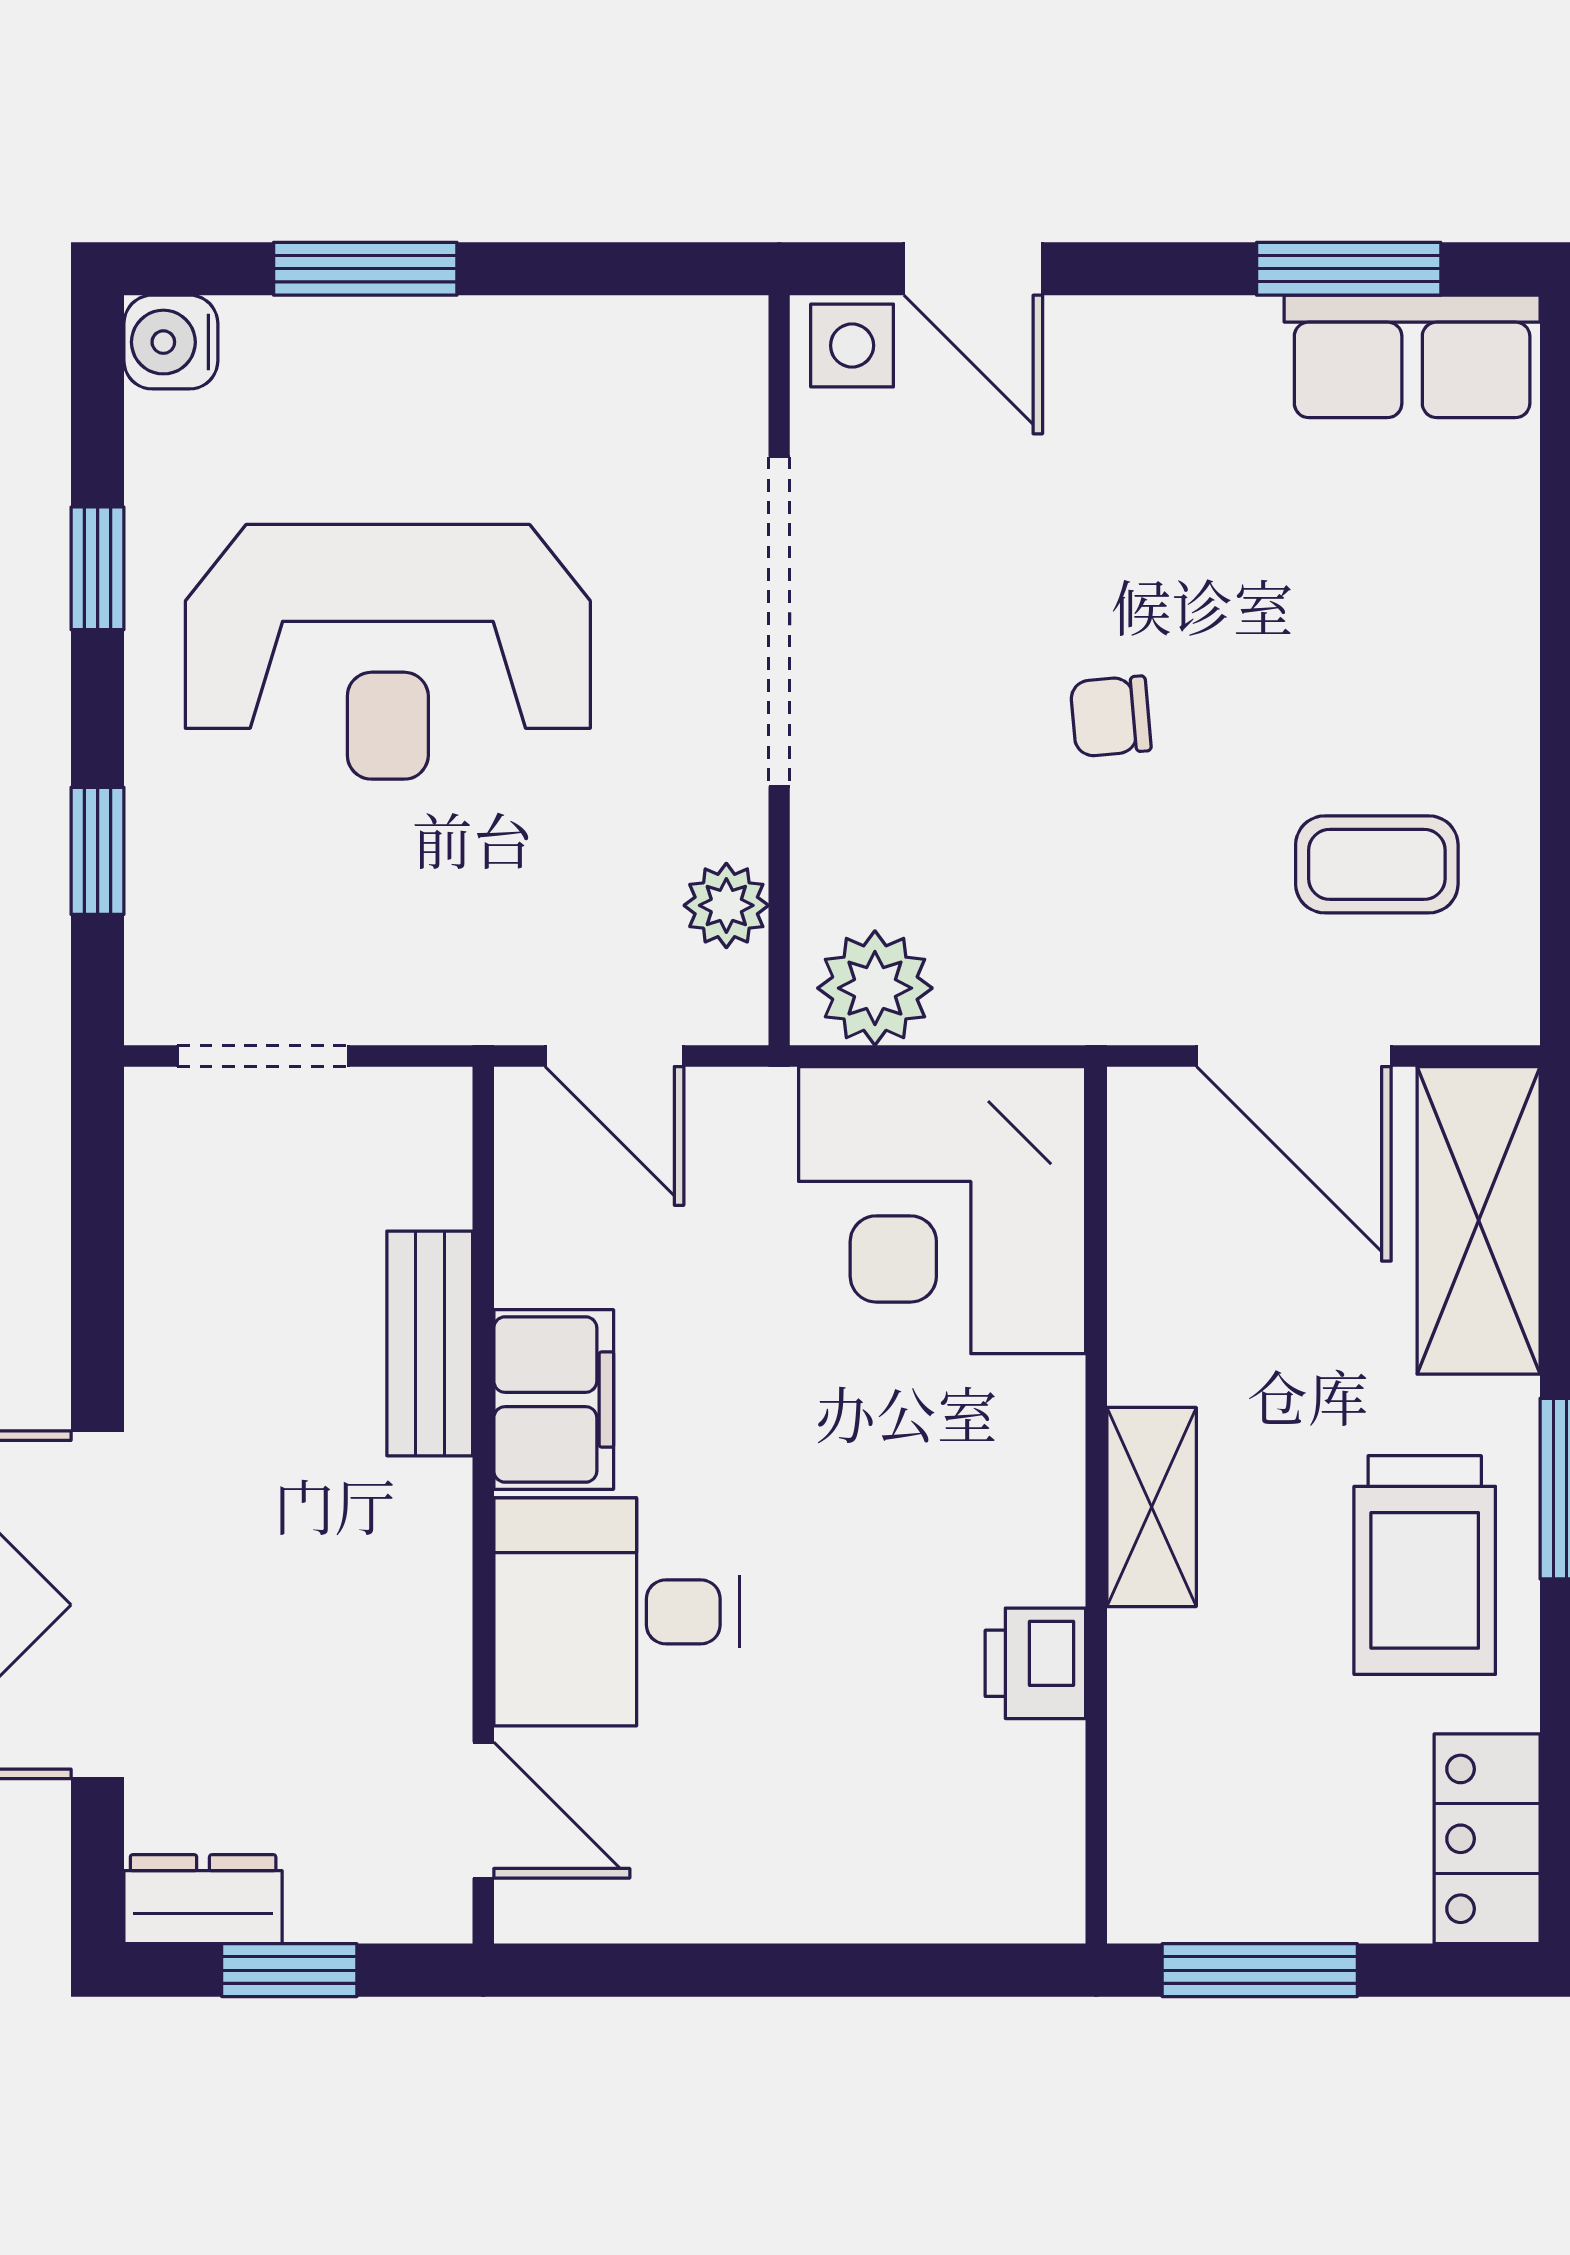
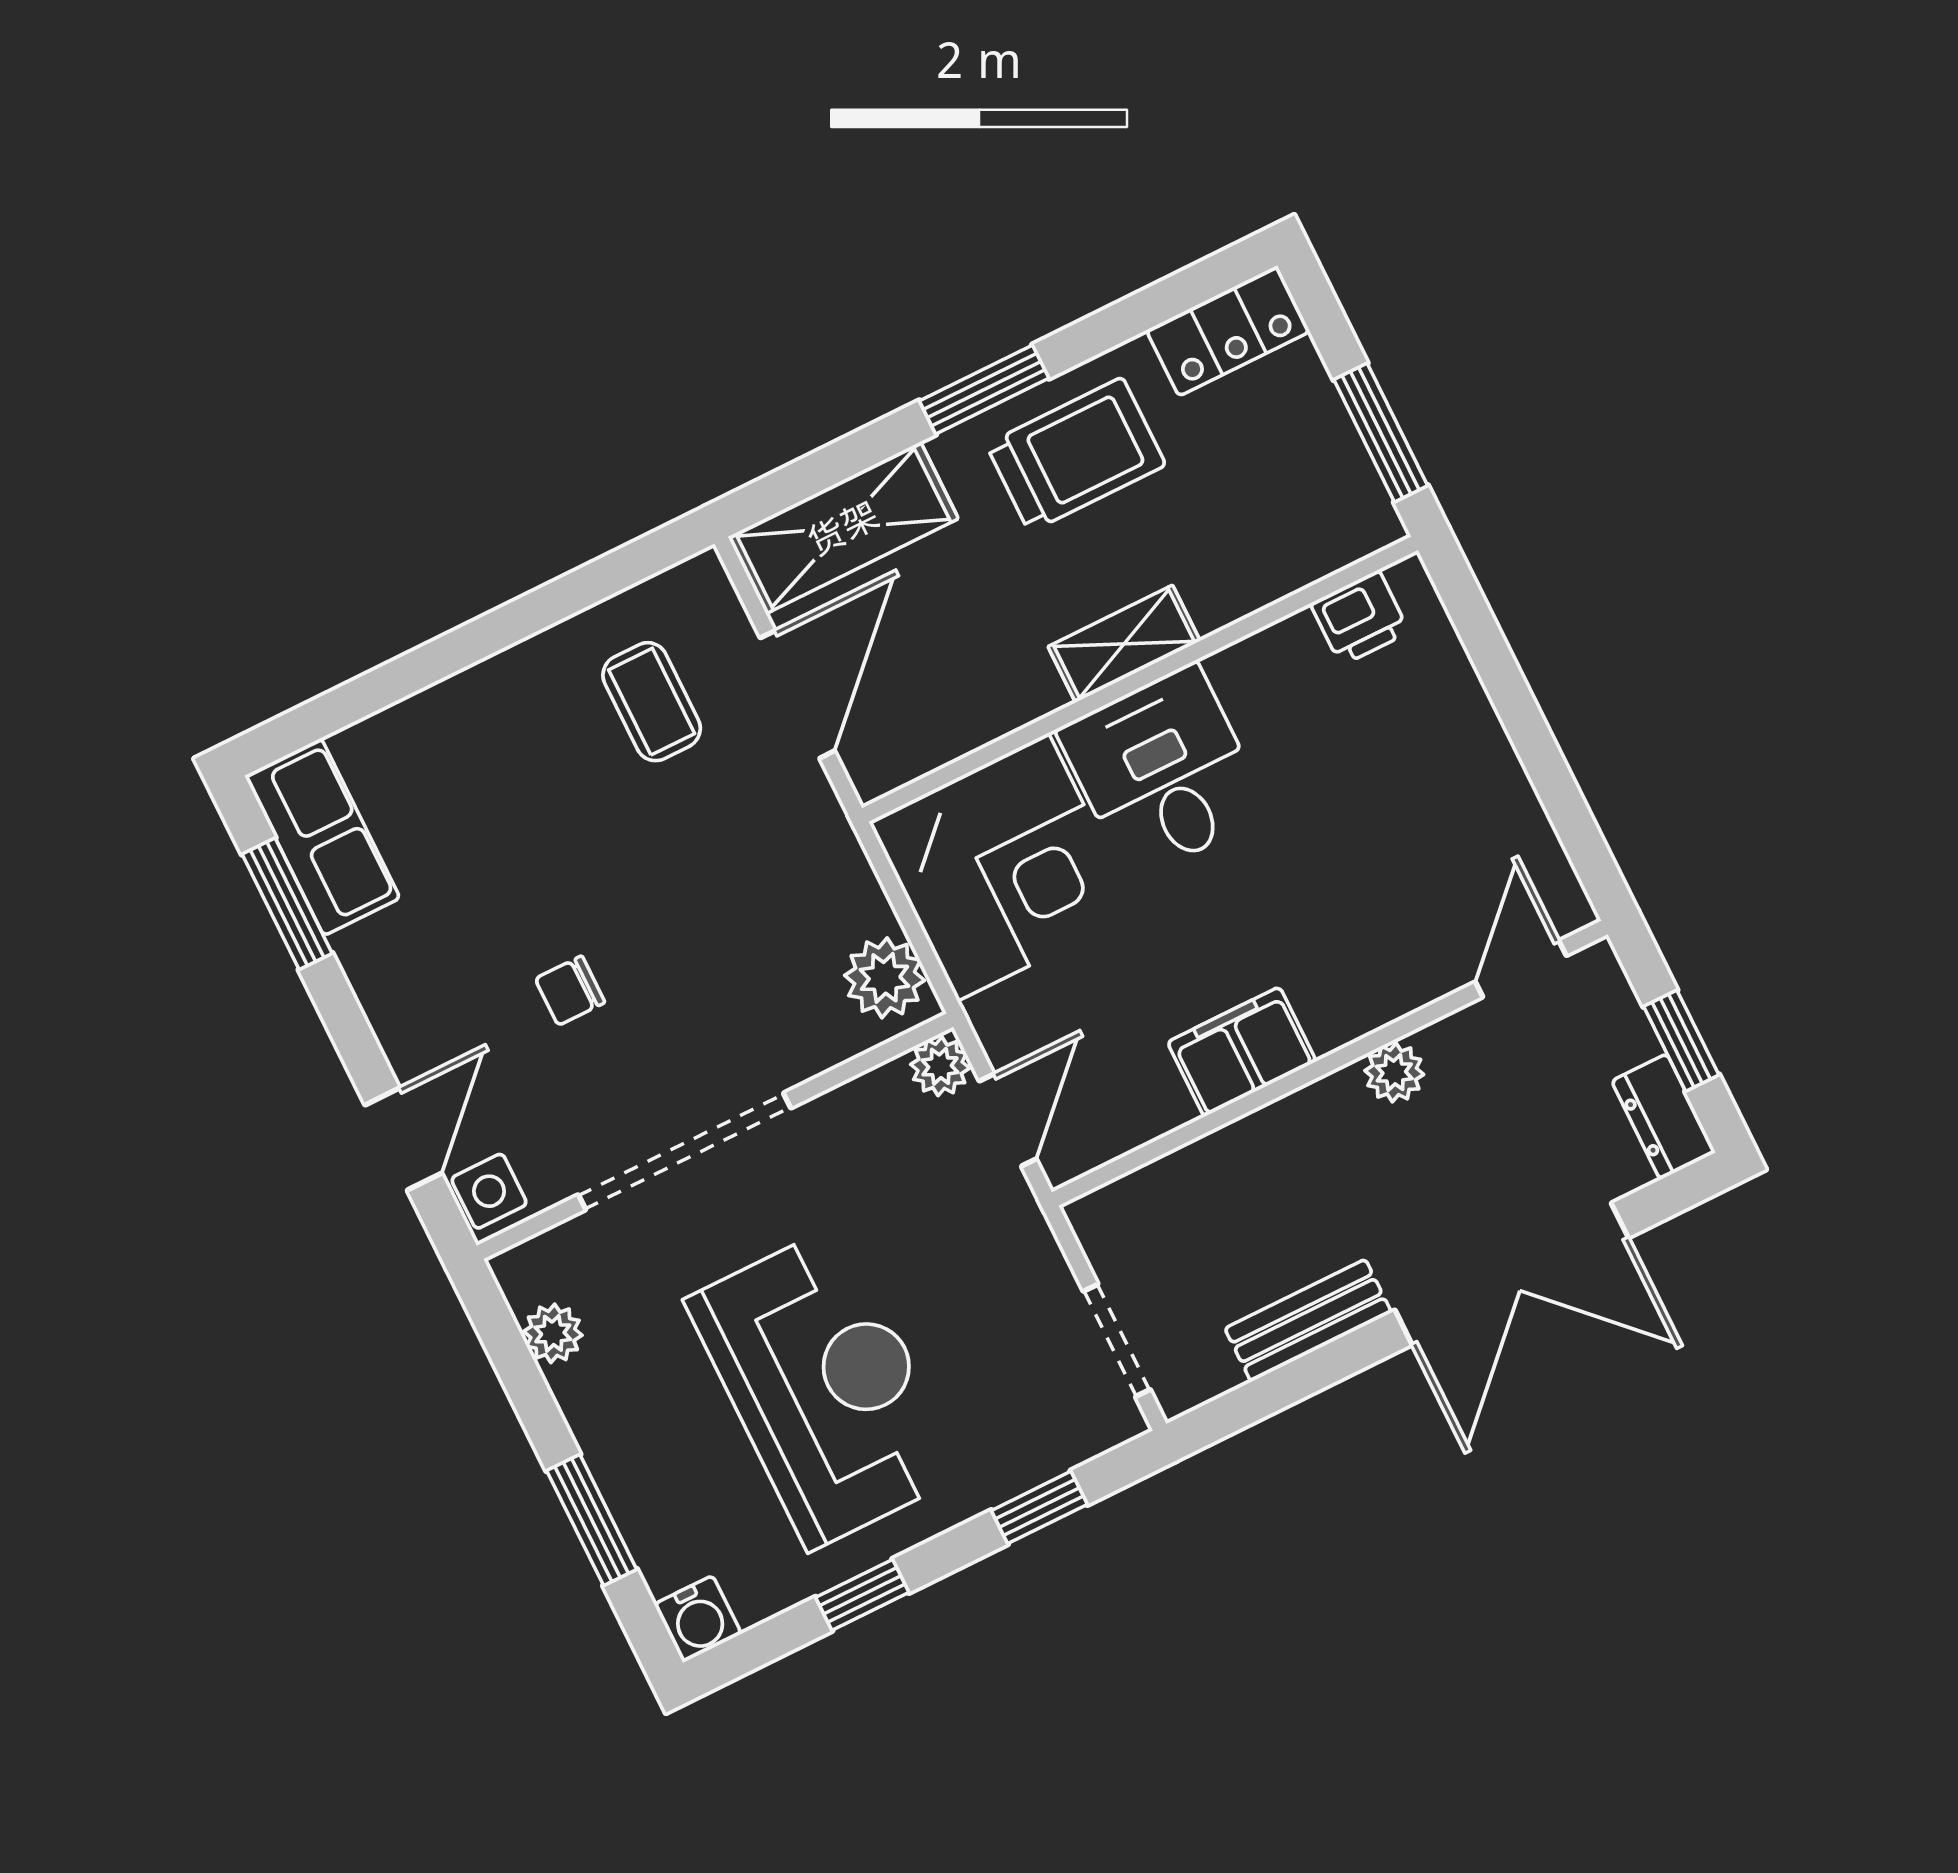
plant: (629, 337) -> (553, 1333), added
chair: (1111, 716) -> (570, 991), moved, turned 95
plant: (726, 905) -> (940, 1066), moved
bench: (430, 1343) -> (1308, 1320), moved
plant: (430, 1582) -> (1394, 1072), added
desk: (617, 1612) -> (1163, 772), moved, turned 180
printer: (1035, 1663) -> (1360, 618), moved

